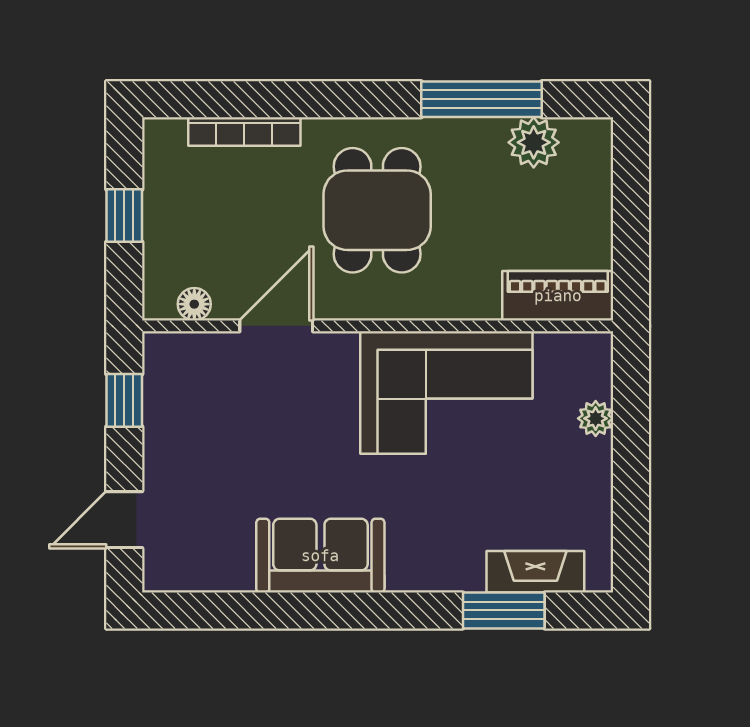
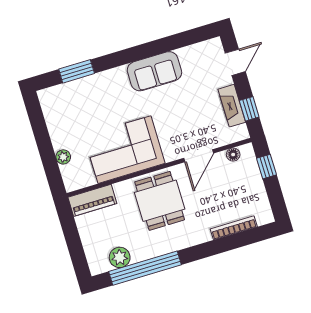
window: (481, 99) -> (145, 268), width x1.46
dining table: (377, 210) -> (160, 201), moved
window: (124, 216) -> (266, 167), moved
fireplace: (535, 572) -> (232, 106), moved, turned 90

